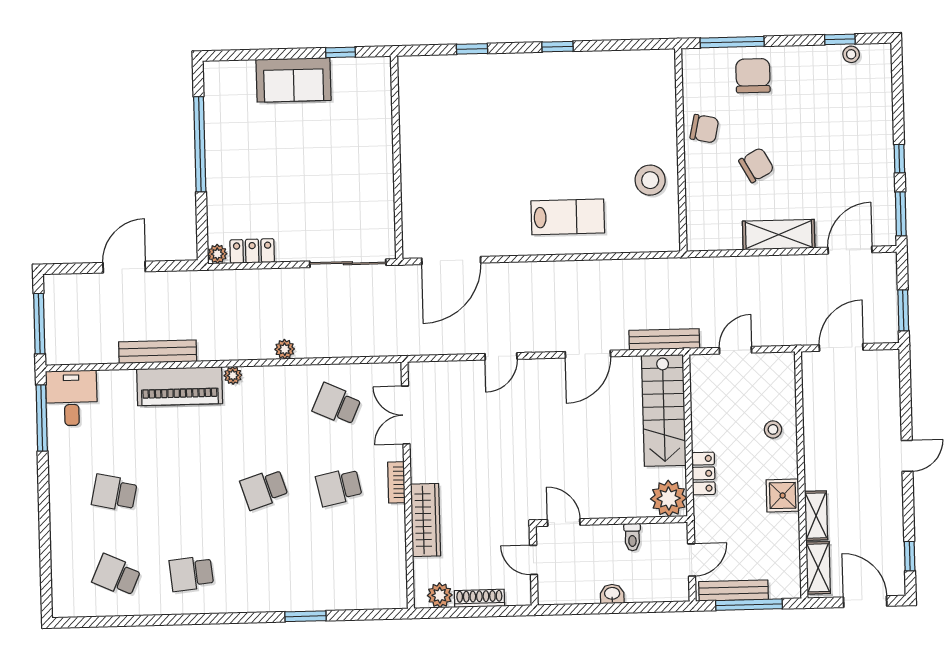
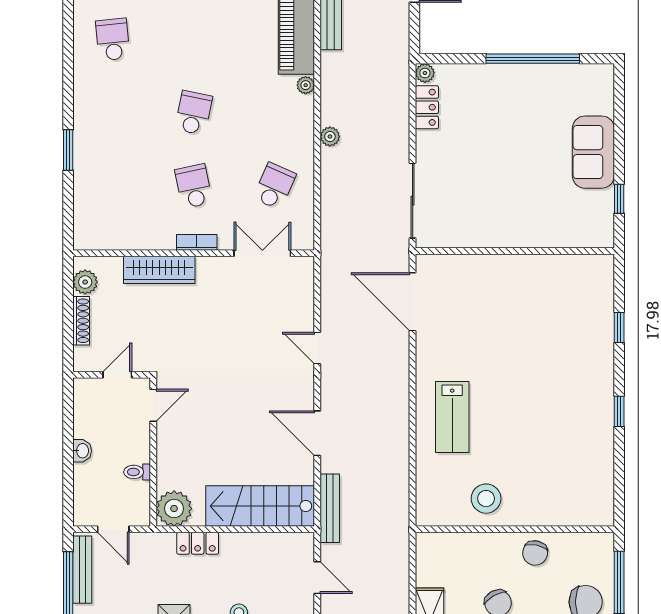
school desk: (264, 489) -> (194, 113), turned 30

